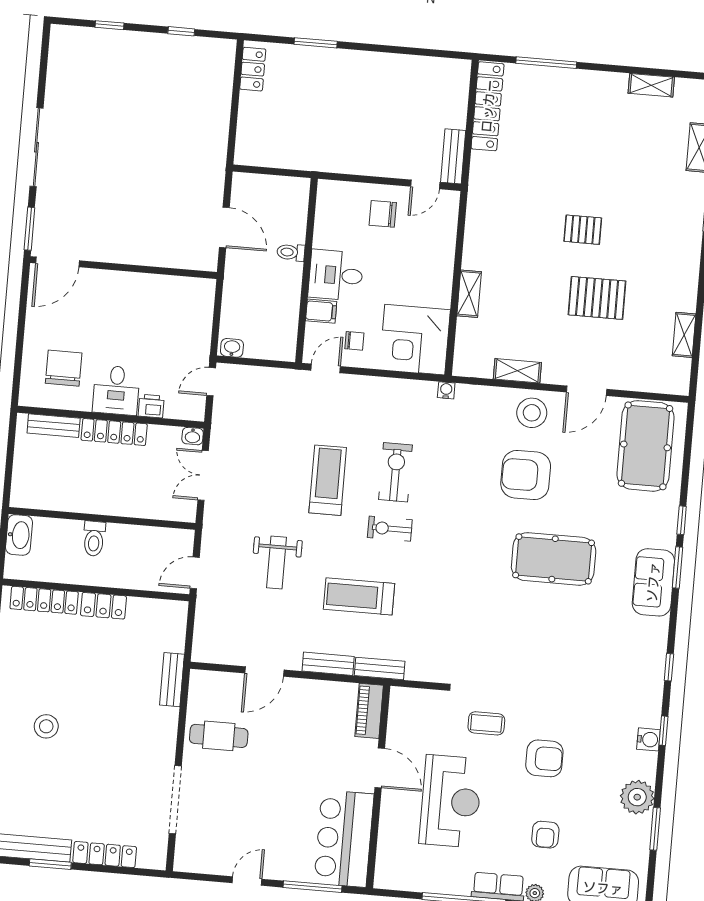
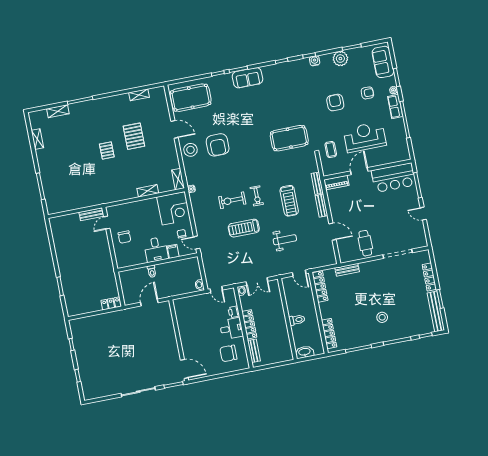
locker: (253, 69) -> (111, 303), moved
locker: (488, 106) -> (66, 206), removed
door: (425, 184) -> (107, 223), swing flipped
shelving: (517, 371) -> (178, 179), moved
pool table: (554, 559) -> (289, 138), moved, turned 90
locker: (103, 606) -> (320, 287), moved, width x1.53
coffee table: (486, 723) -> (331, 150), moved

